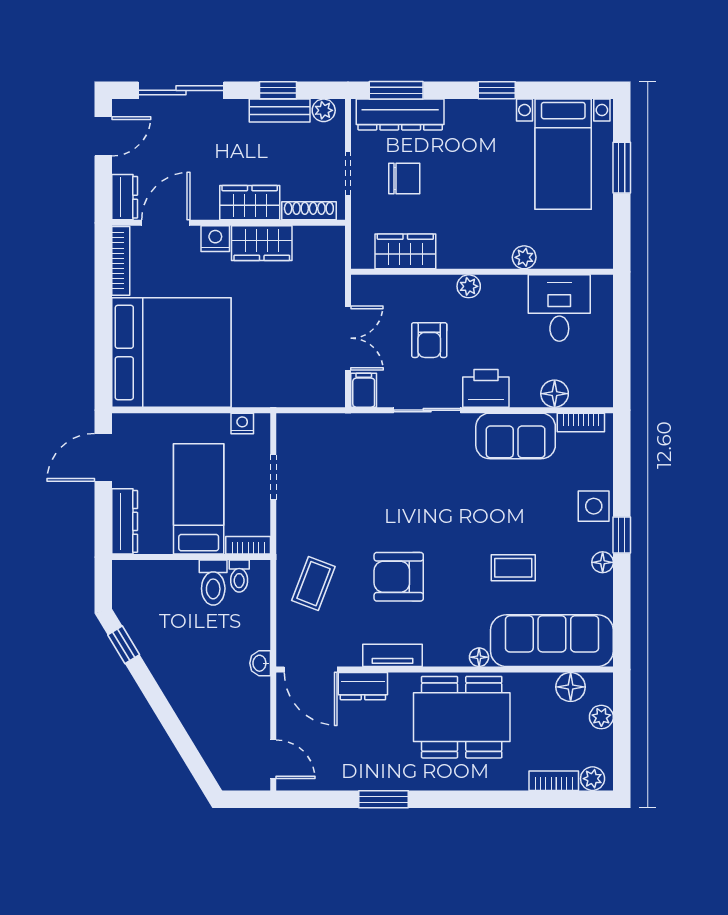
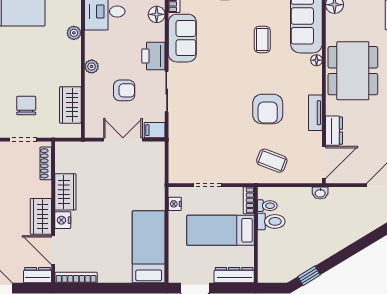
wardrobe: (250, 203) -> (41, 216), moved
bed: (171, 353) -> (149, 247), width x0.49

